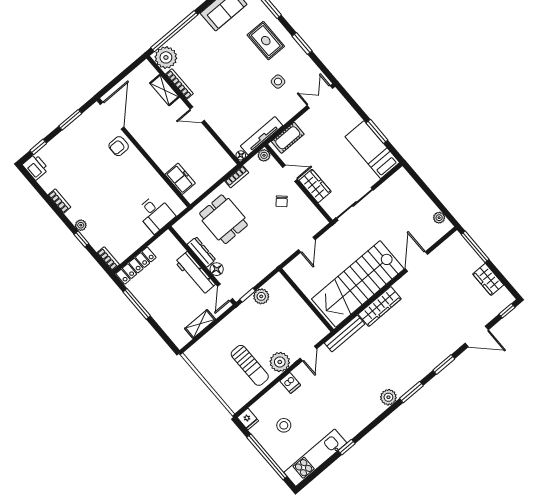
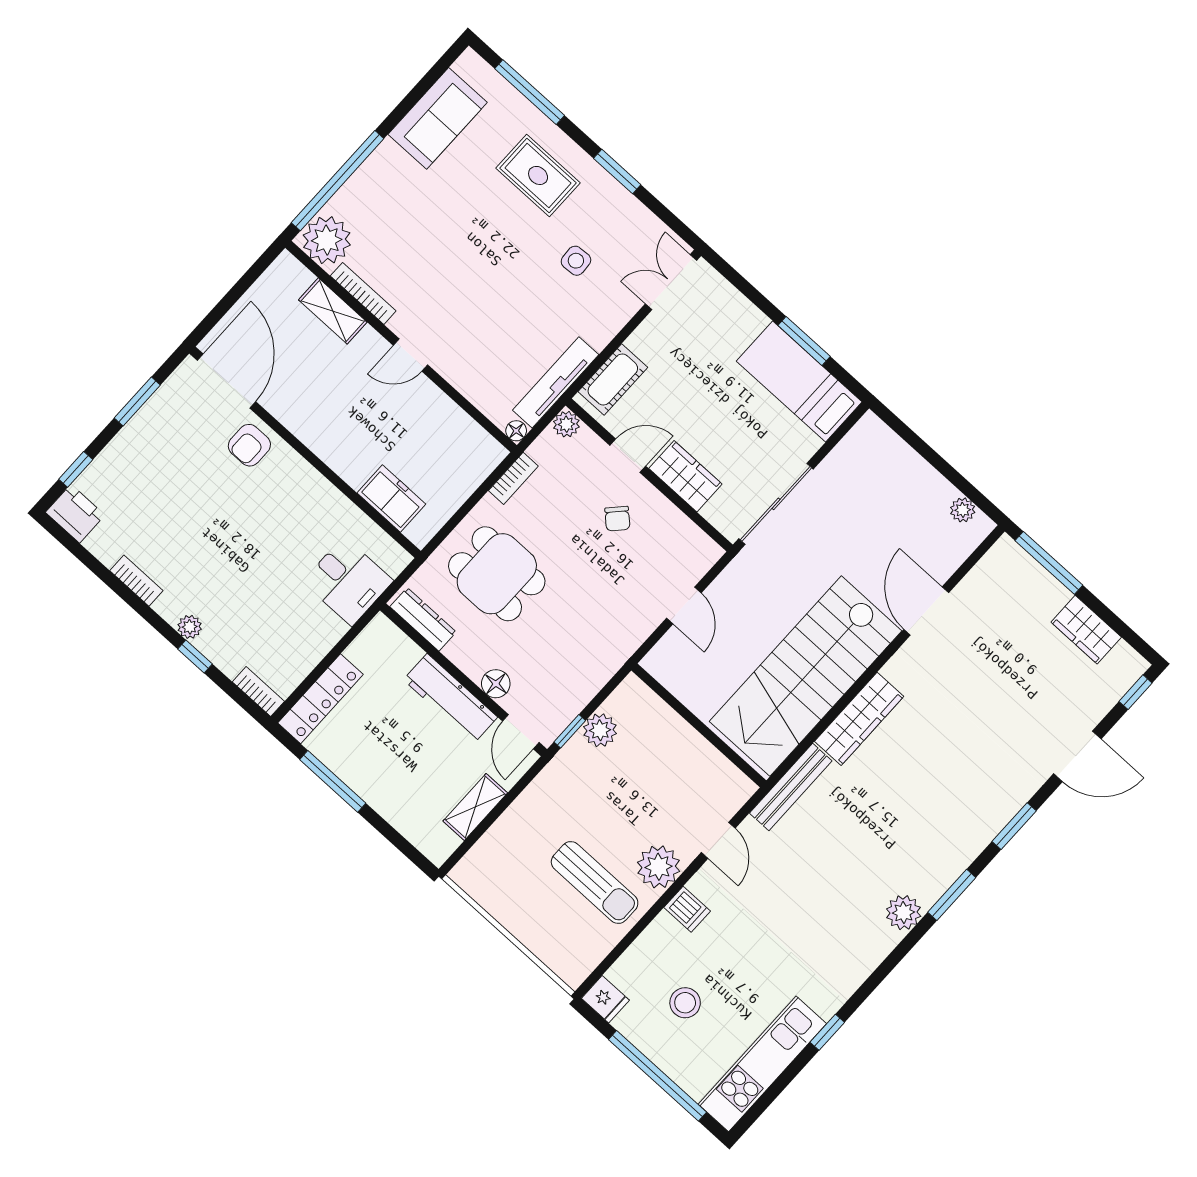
dresser: (201, 252) -> (423, 619), moved

